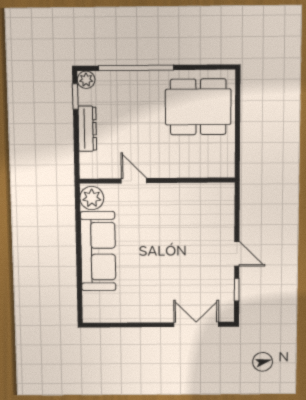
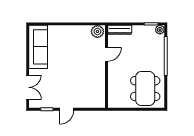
dresser: (87, 129) -> (120, 30), moved
sofa: (98, 251) -> (38, 47), moved, turned -90

